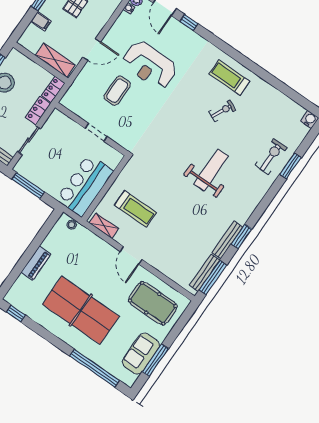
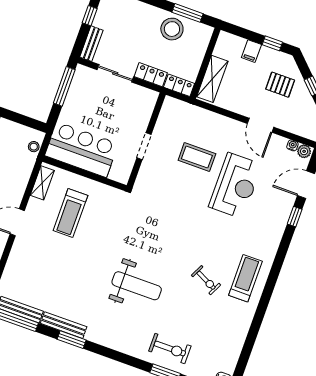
door: (92, 49) -> (261, 125), moved
reception desk: (150, 65) -> (235, 186), turned 180

